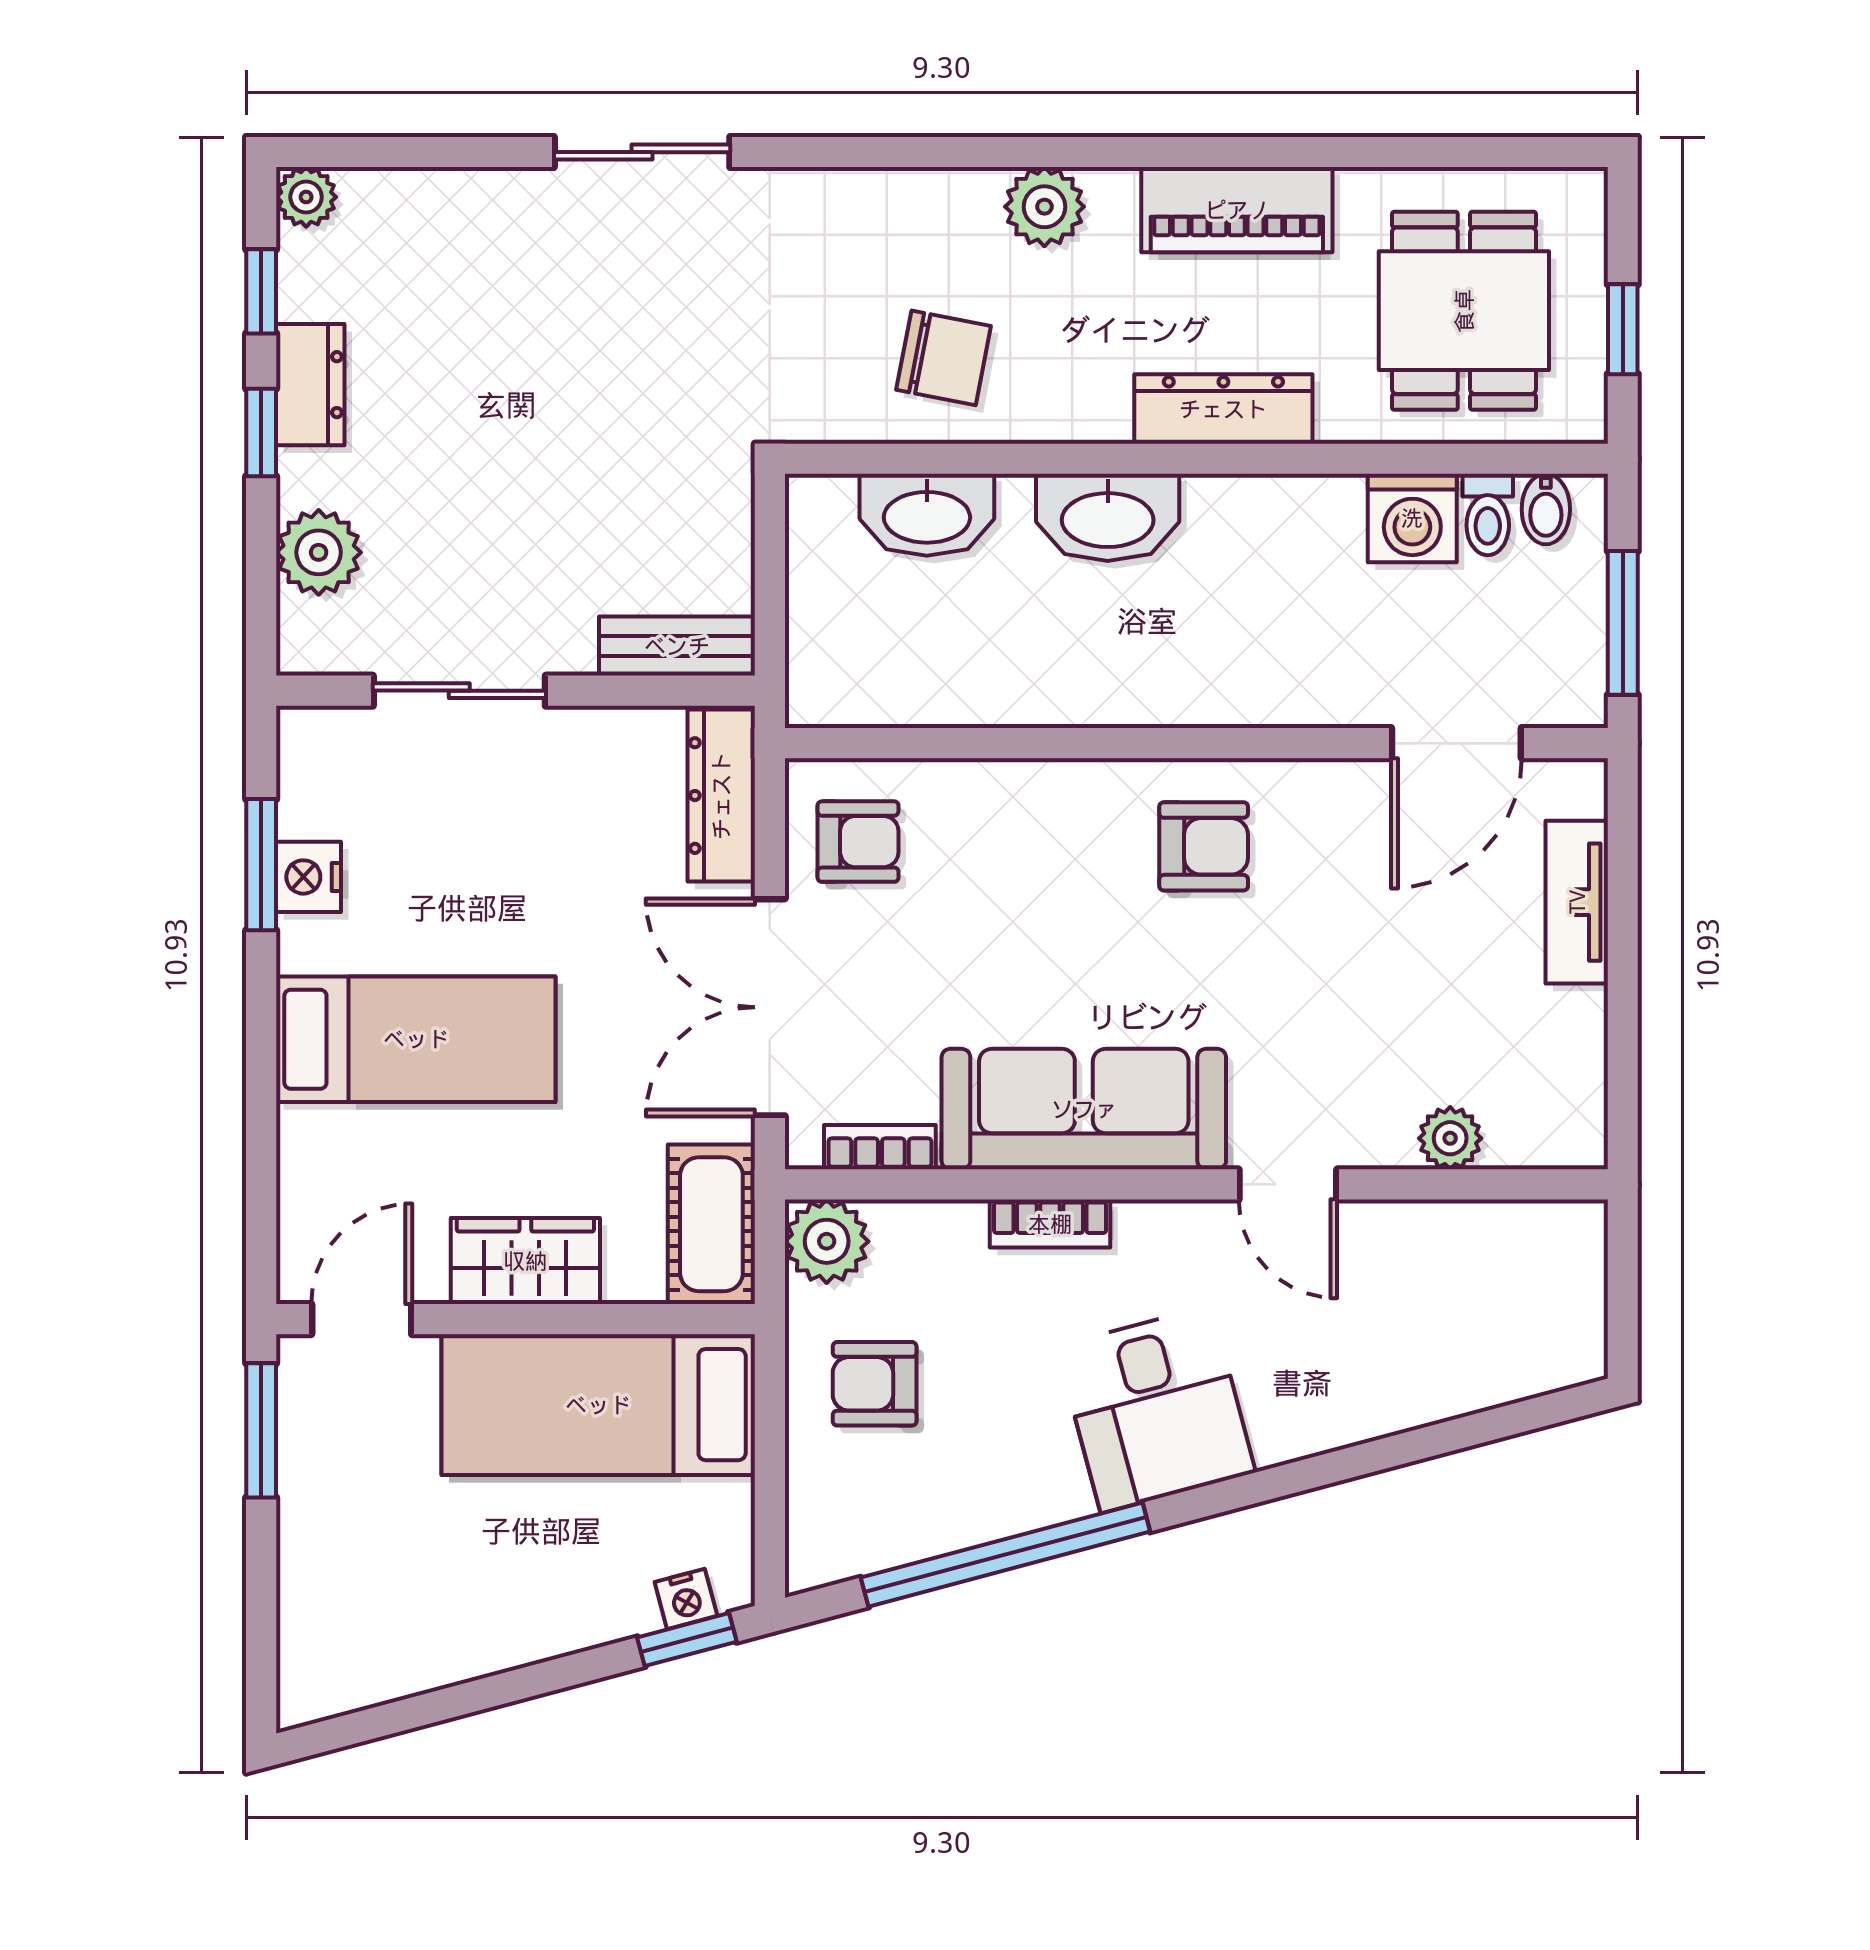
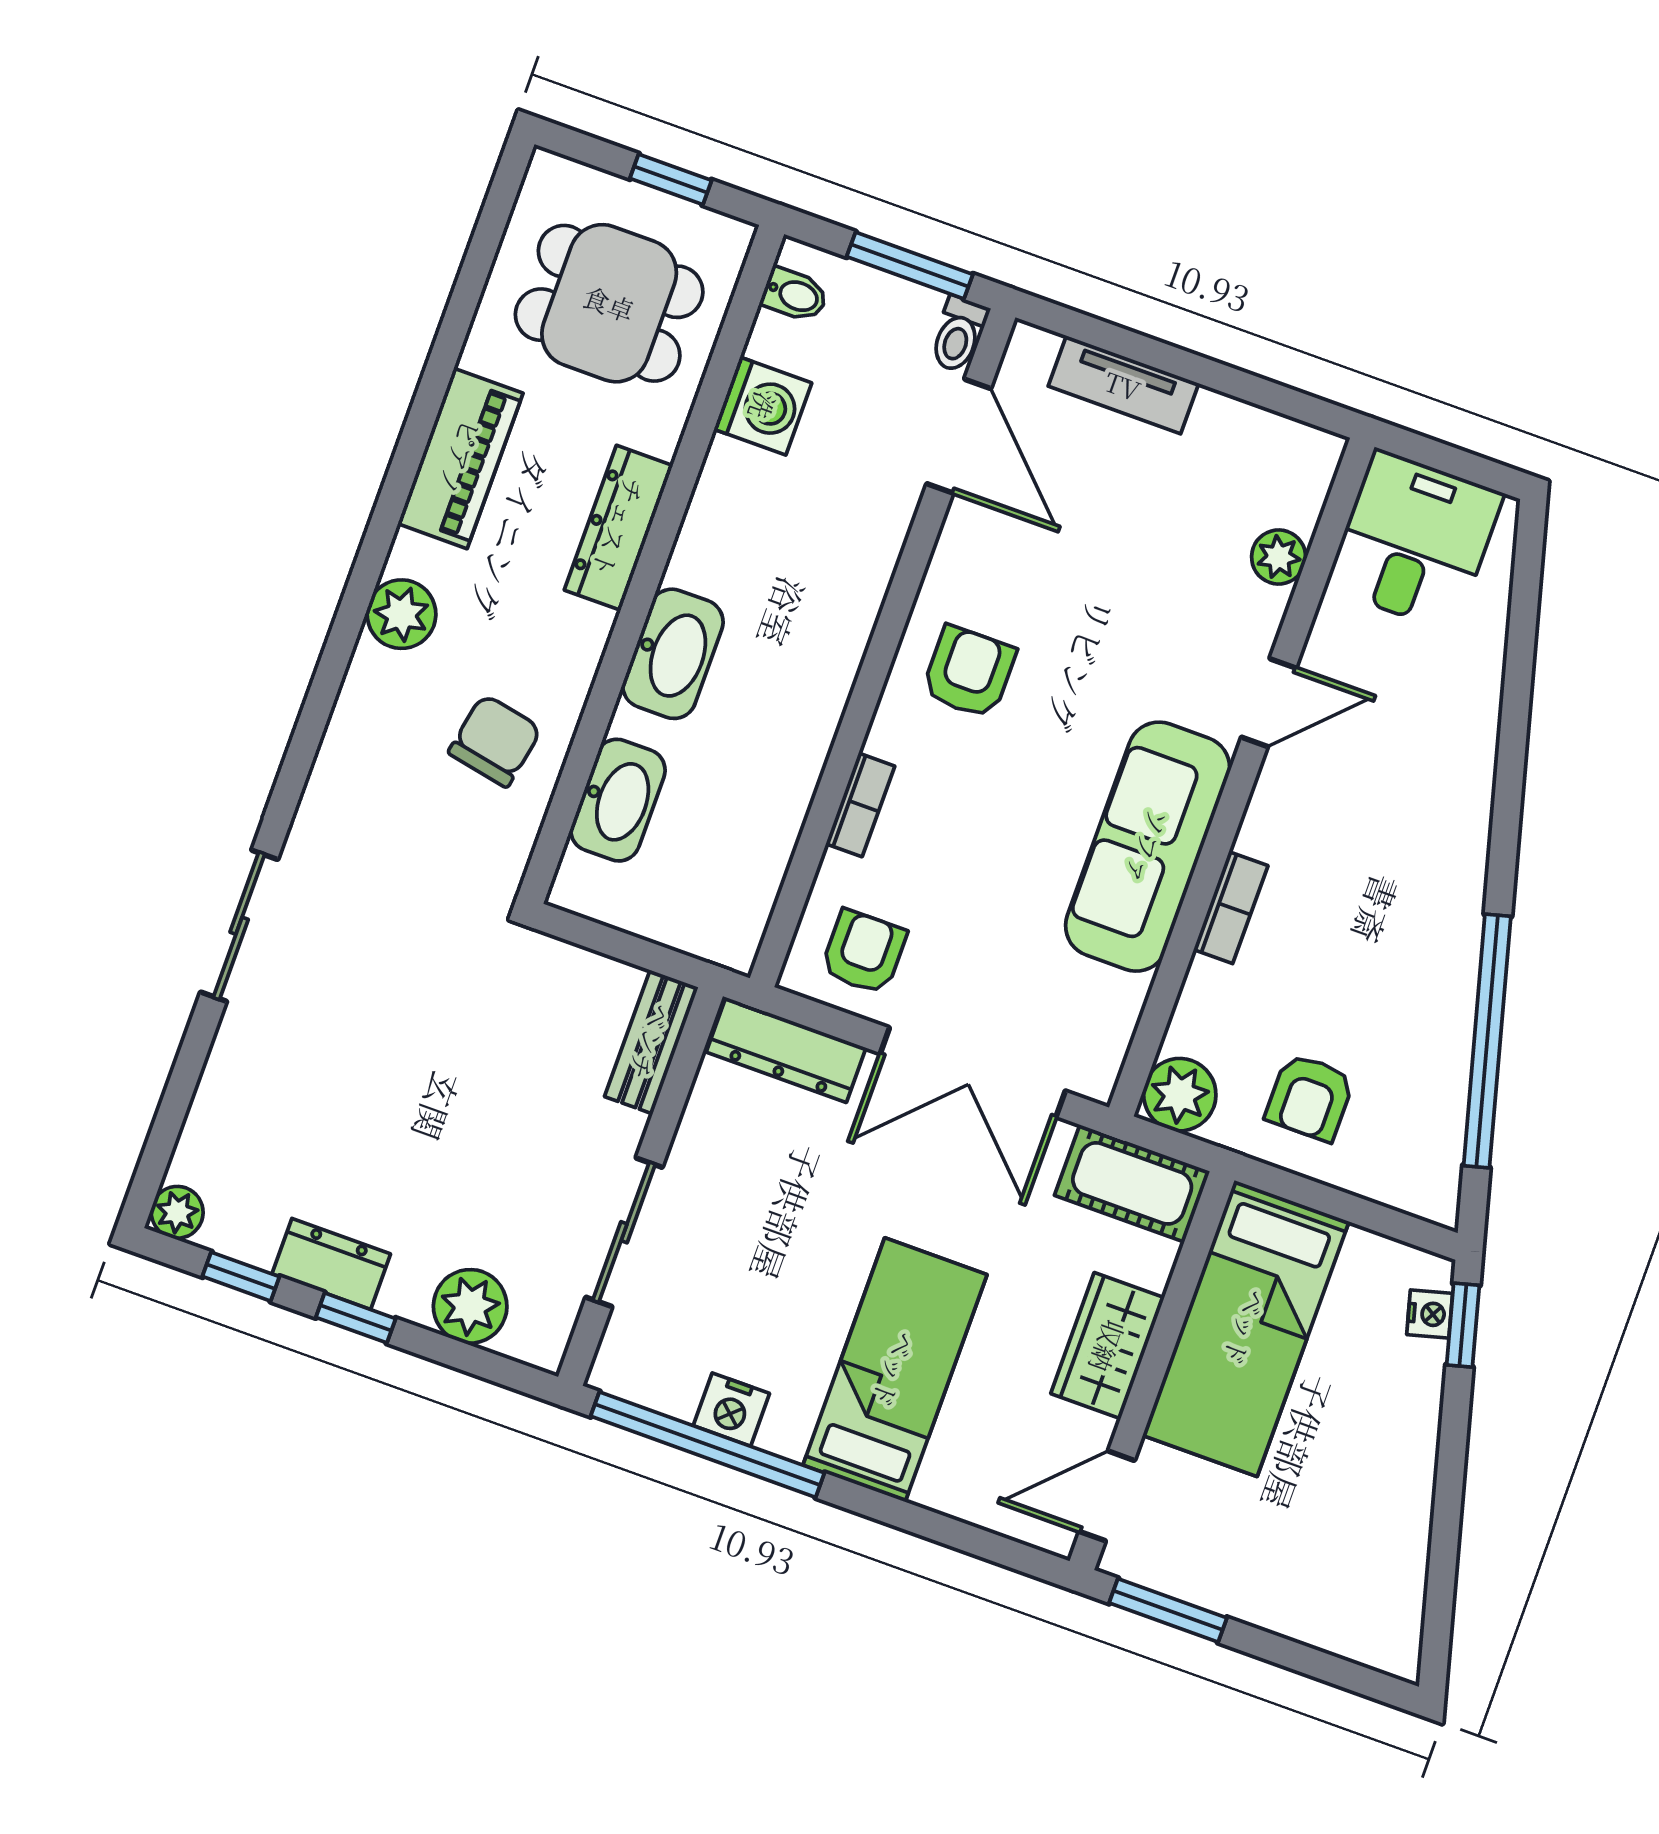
toilet: (1488, 515) -> (959, 334), moved, turned 90
window: (261, 865) -> (708, 1445), width x2.11
bookcase: (880, 1147) -> (860, 805), moved, turned 180
door: (362, 1319) -> (1107, 1496), hinge flipped
desk: (1156, 1409) -> (1415, 540), moved, turned -75

